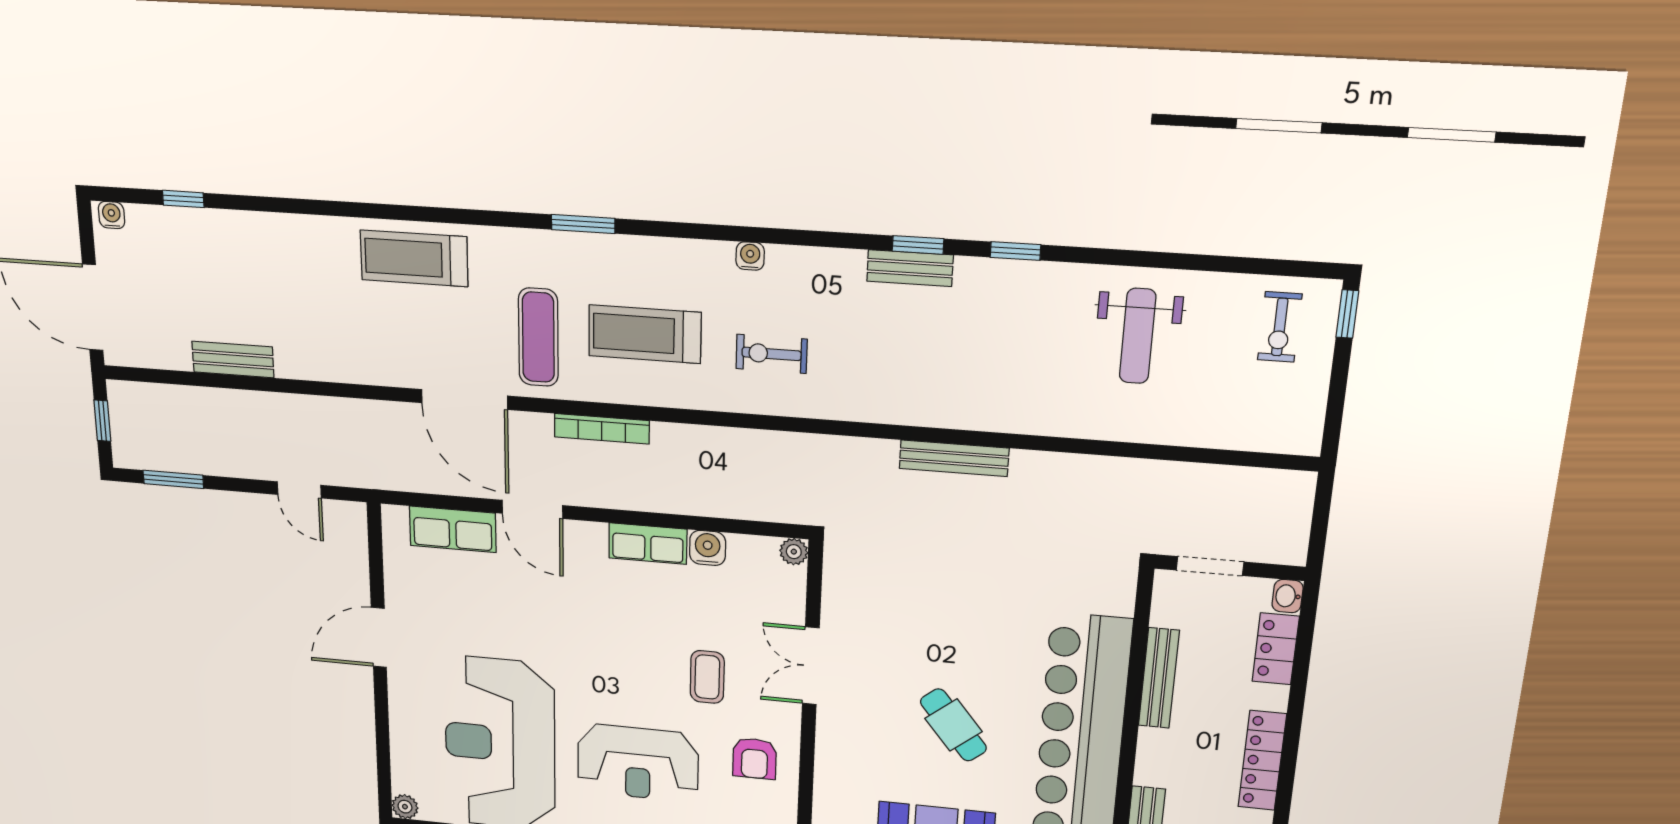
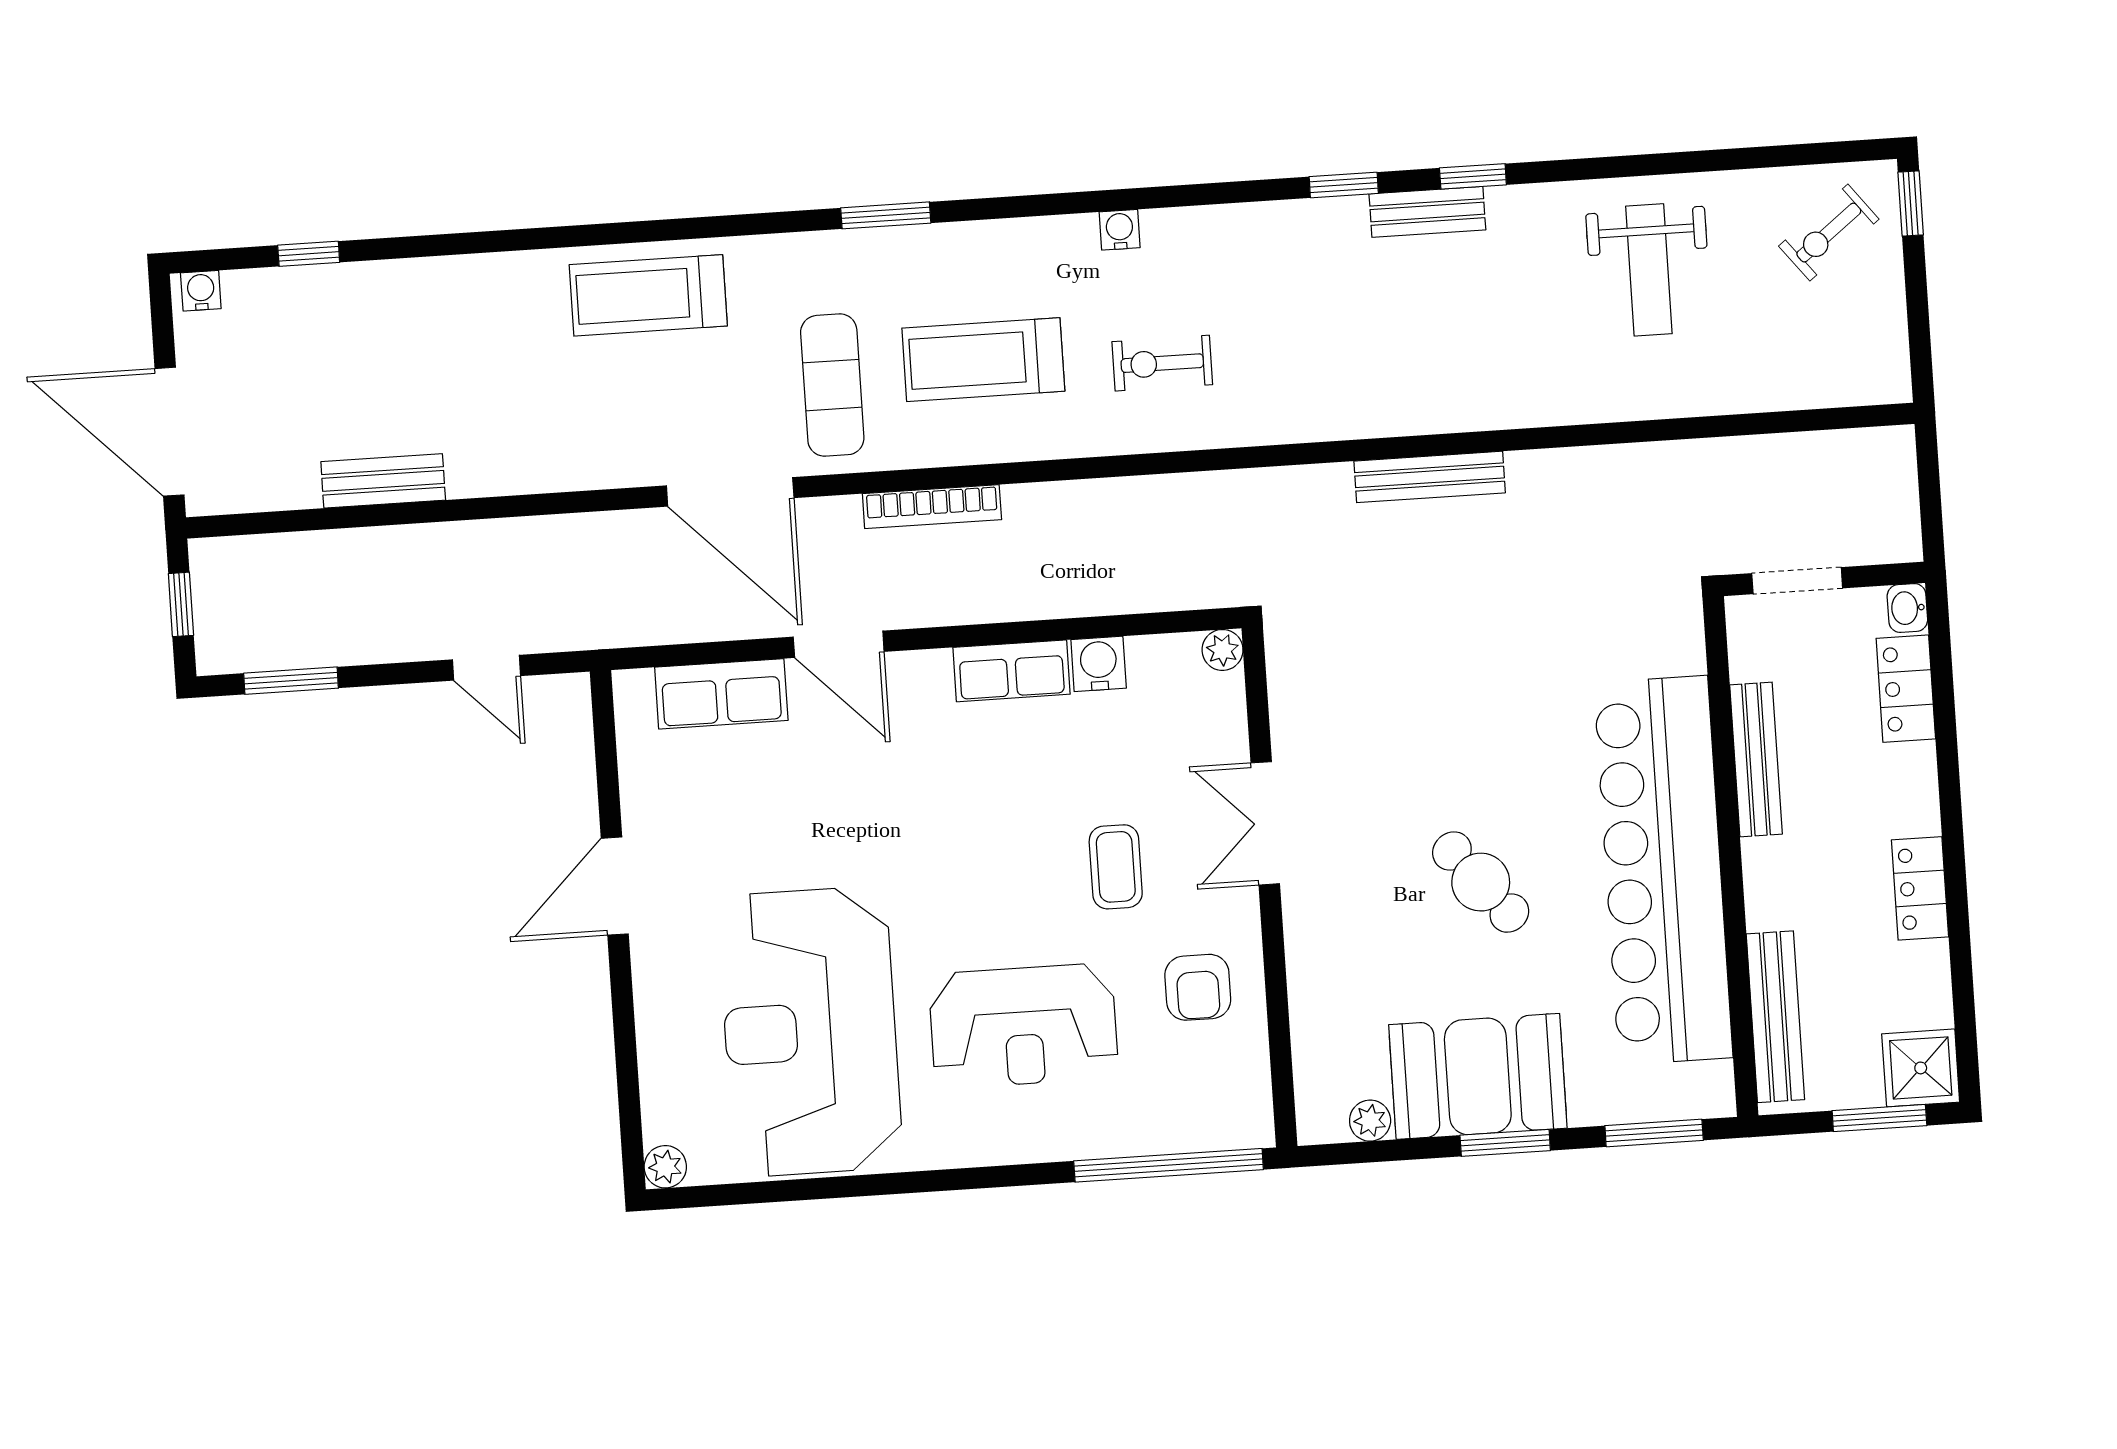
bench: (910, 268) -> (1427, 212), moved
exercise bike: (1280, 327) -> (1829, 233), turned 52
locker: (1262, 761) -> (1920, 888), width x0.66

